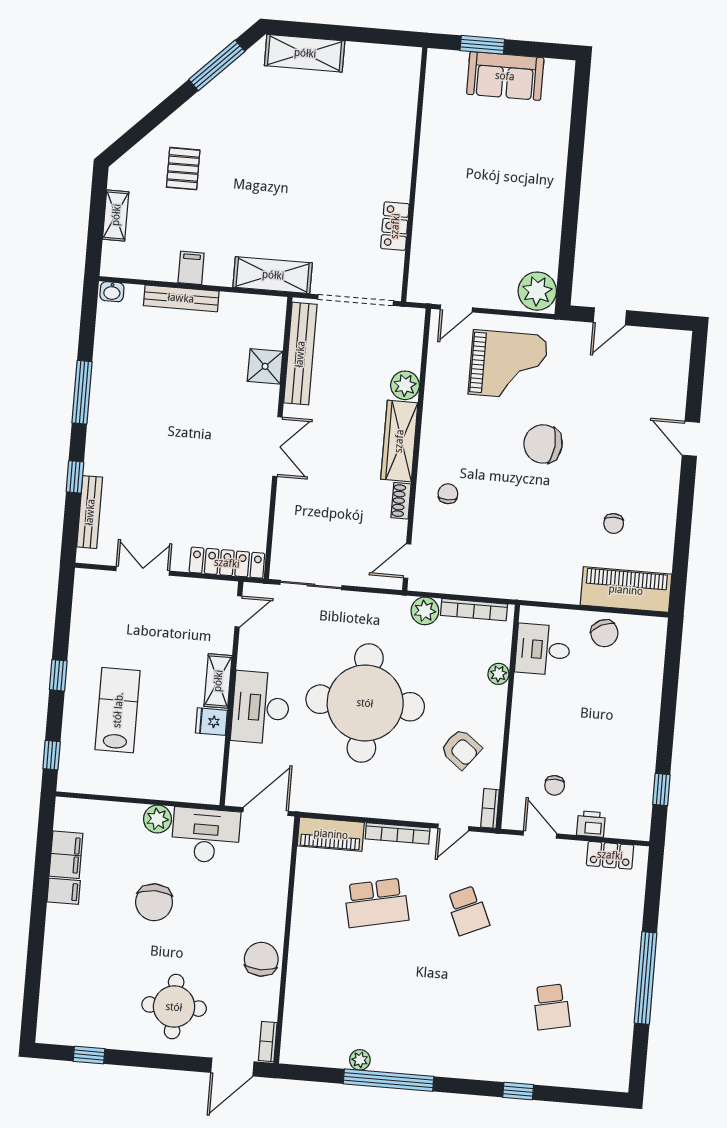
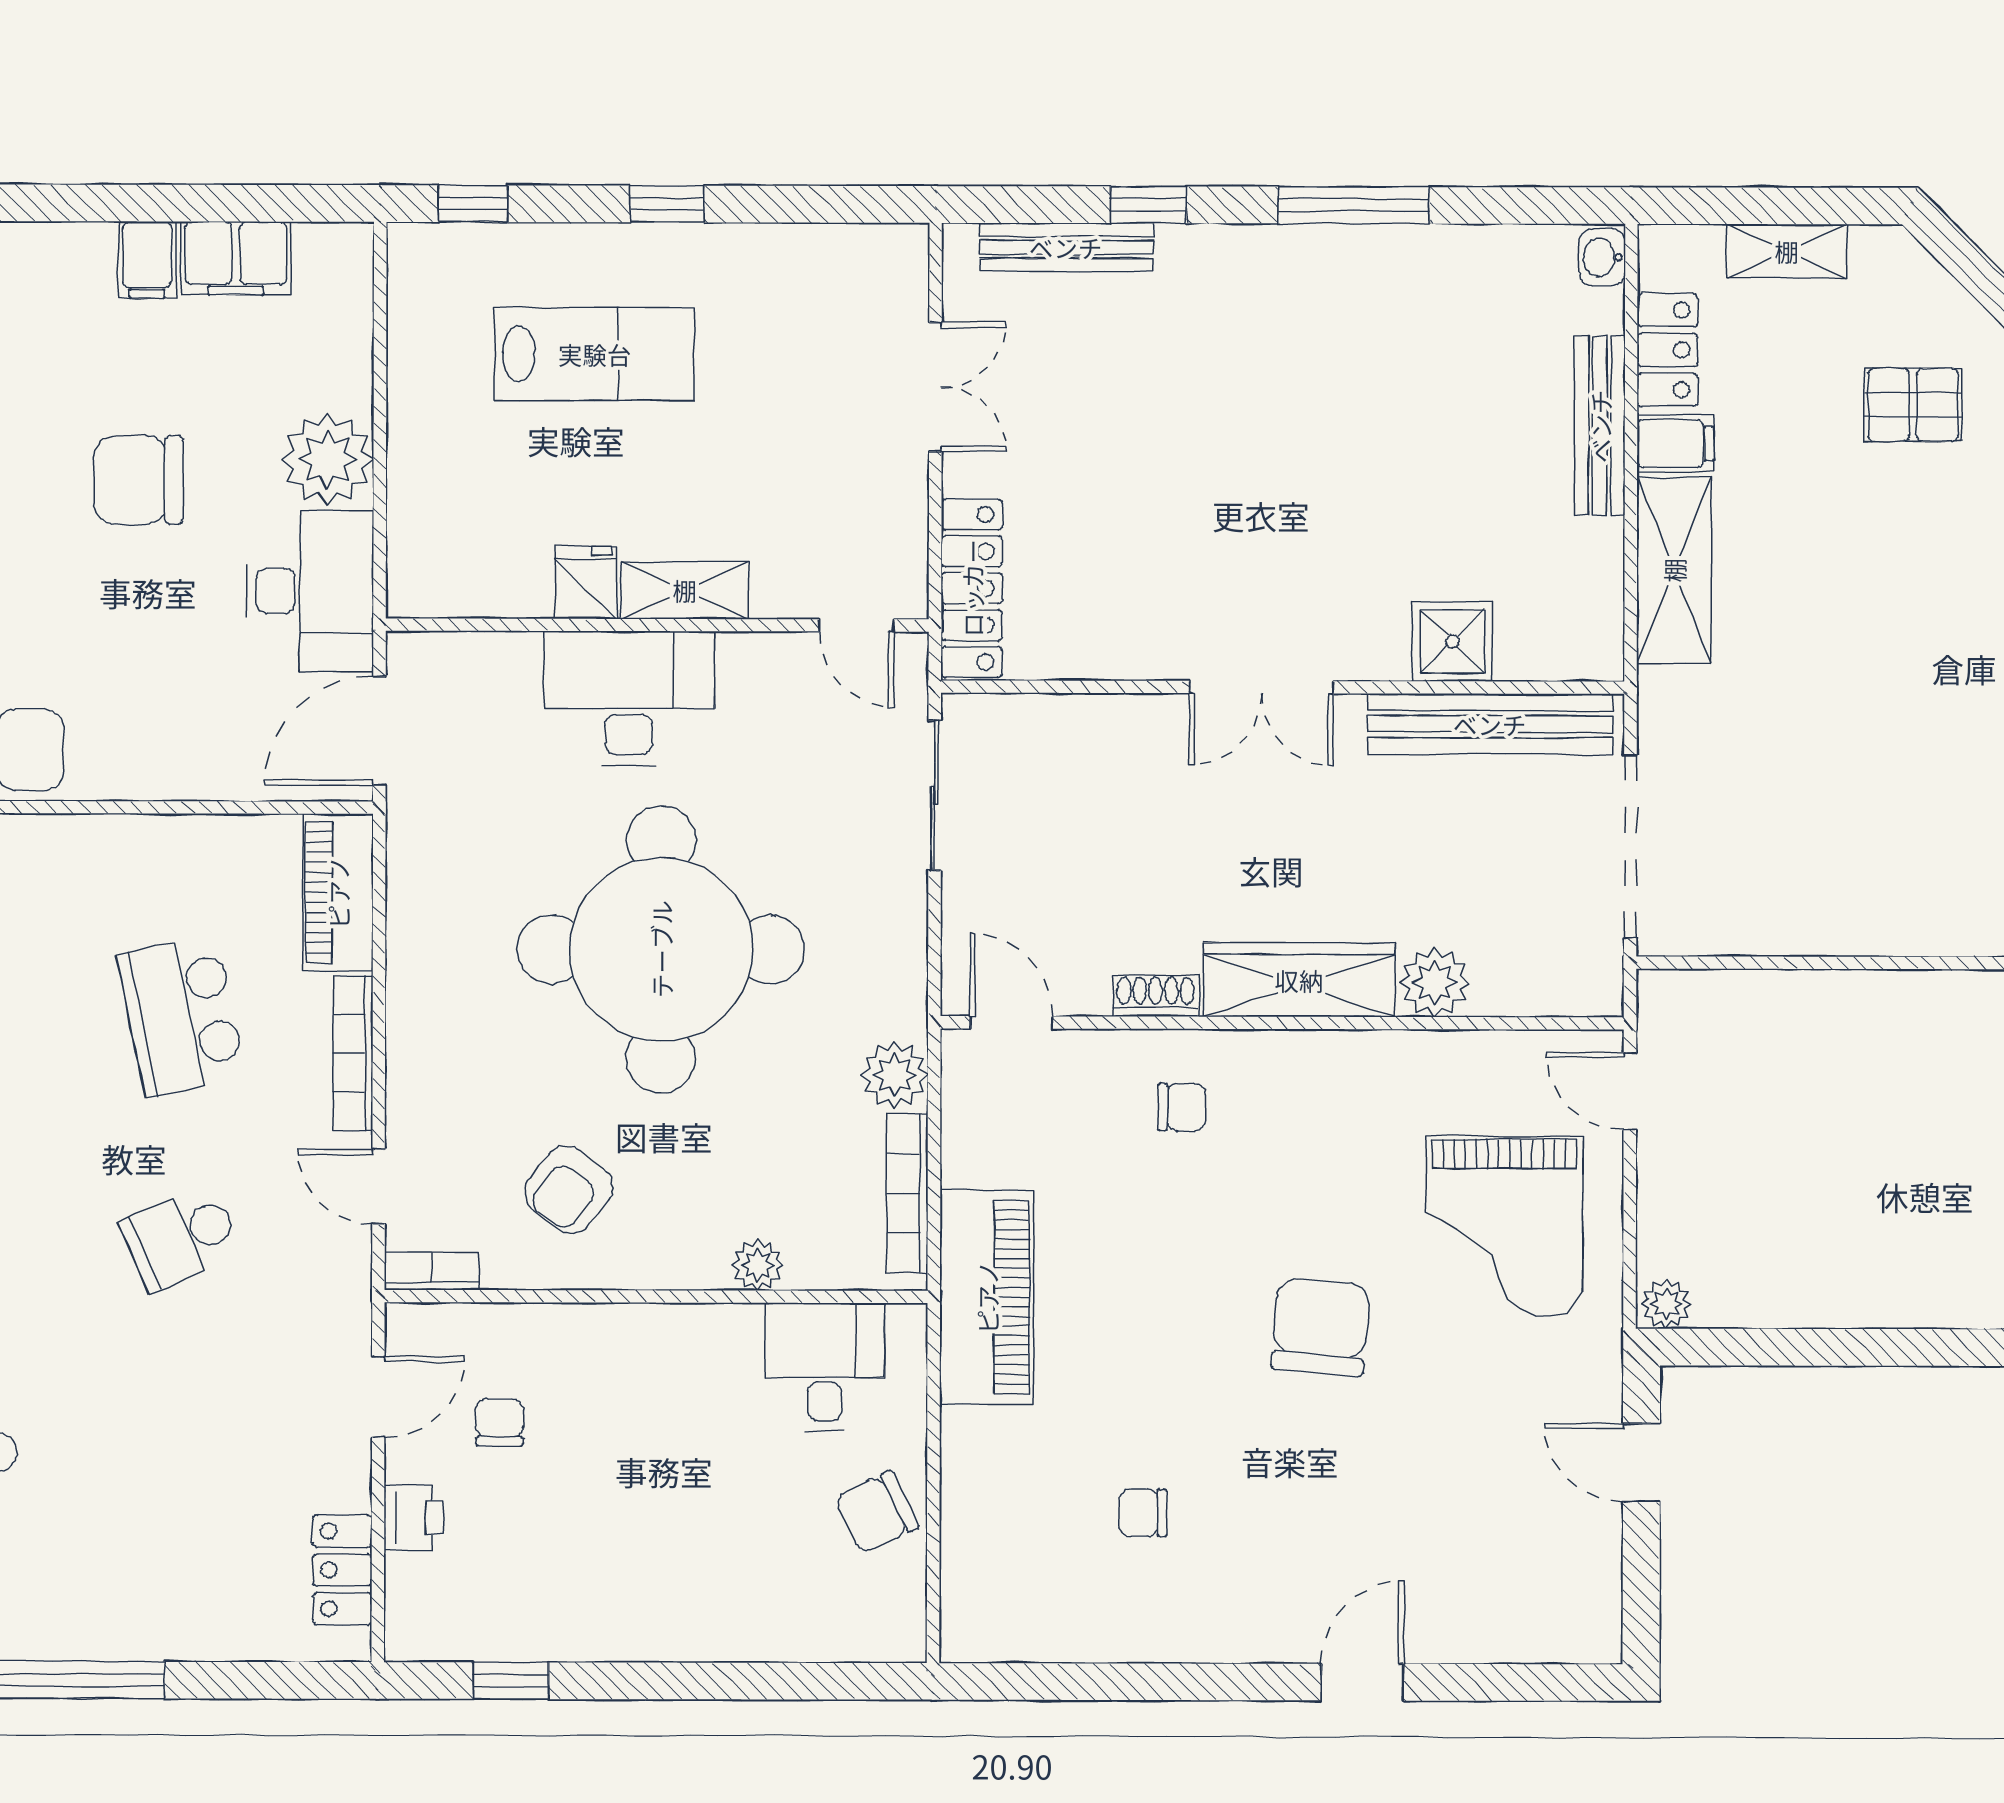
locker: (395, 226) -> (1668, 350), moved, turned 90
shelving: (273, 275) -> (1674, 570), moved
plant: (537, 291) -> (1666, 1304), width x0.53, depth x0.53
piano: (626, 590) -> (987, 1297), moved
chair: (555, 785) -> (500, 1422), turned 90
door: (266, 812) -> (379, 731), swing flipped
plant: (157, 819) -> (328, 459), width x1.36, depth x1.36

